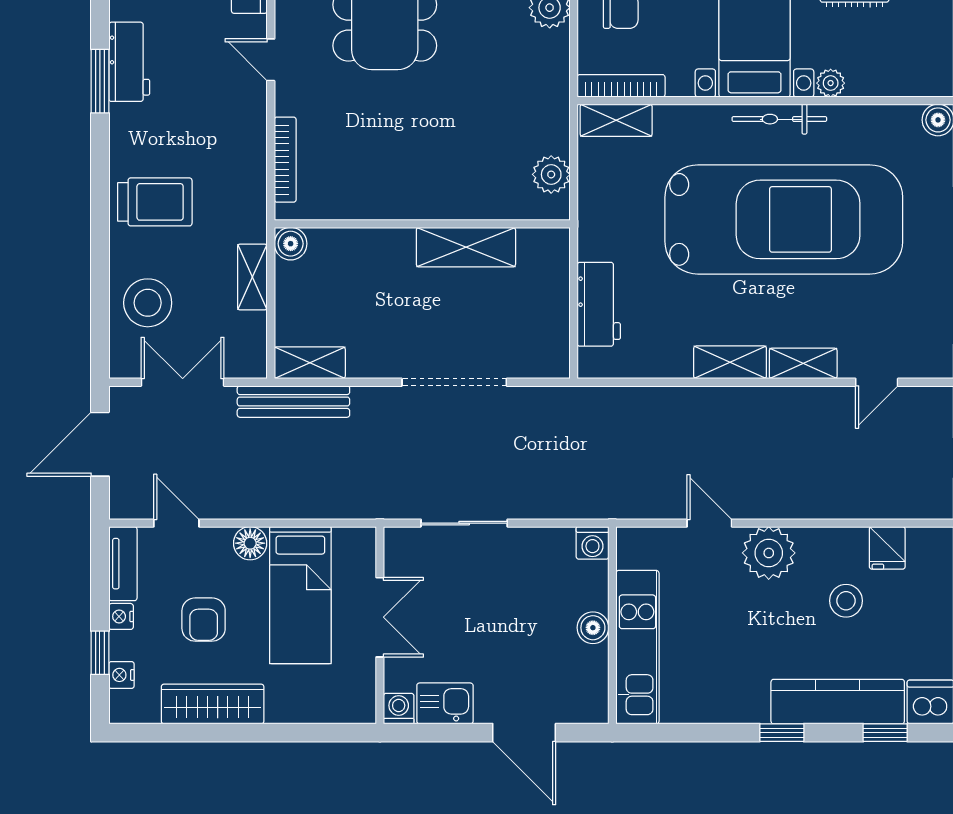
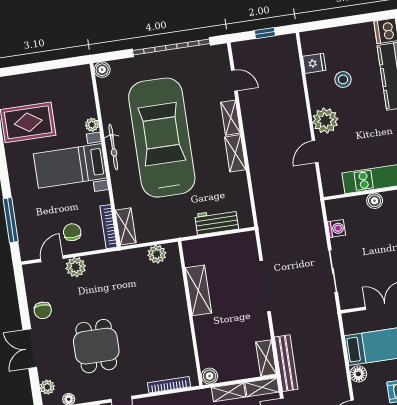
shelving: (252, 346) -> (262, 387), added
washing machine: (592, 543) -> (336, 228), moved

